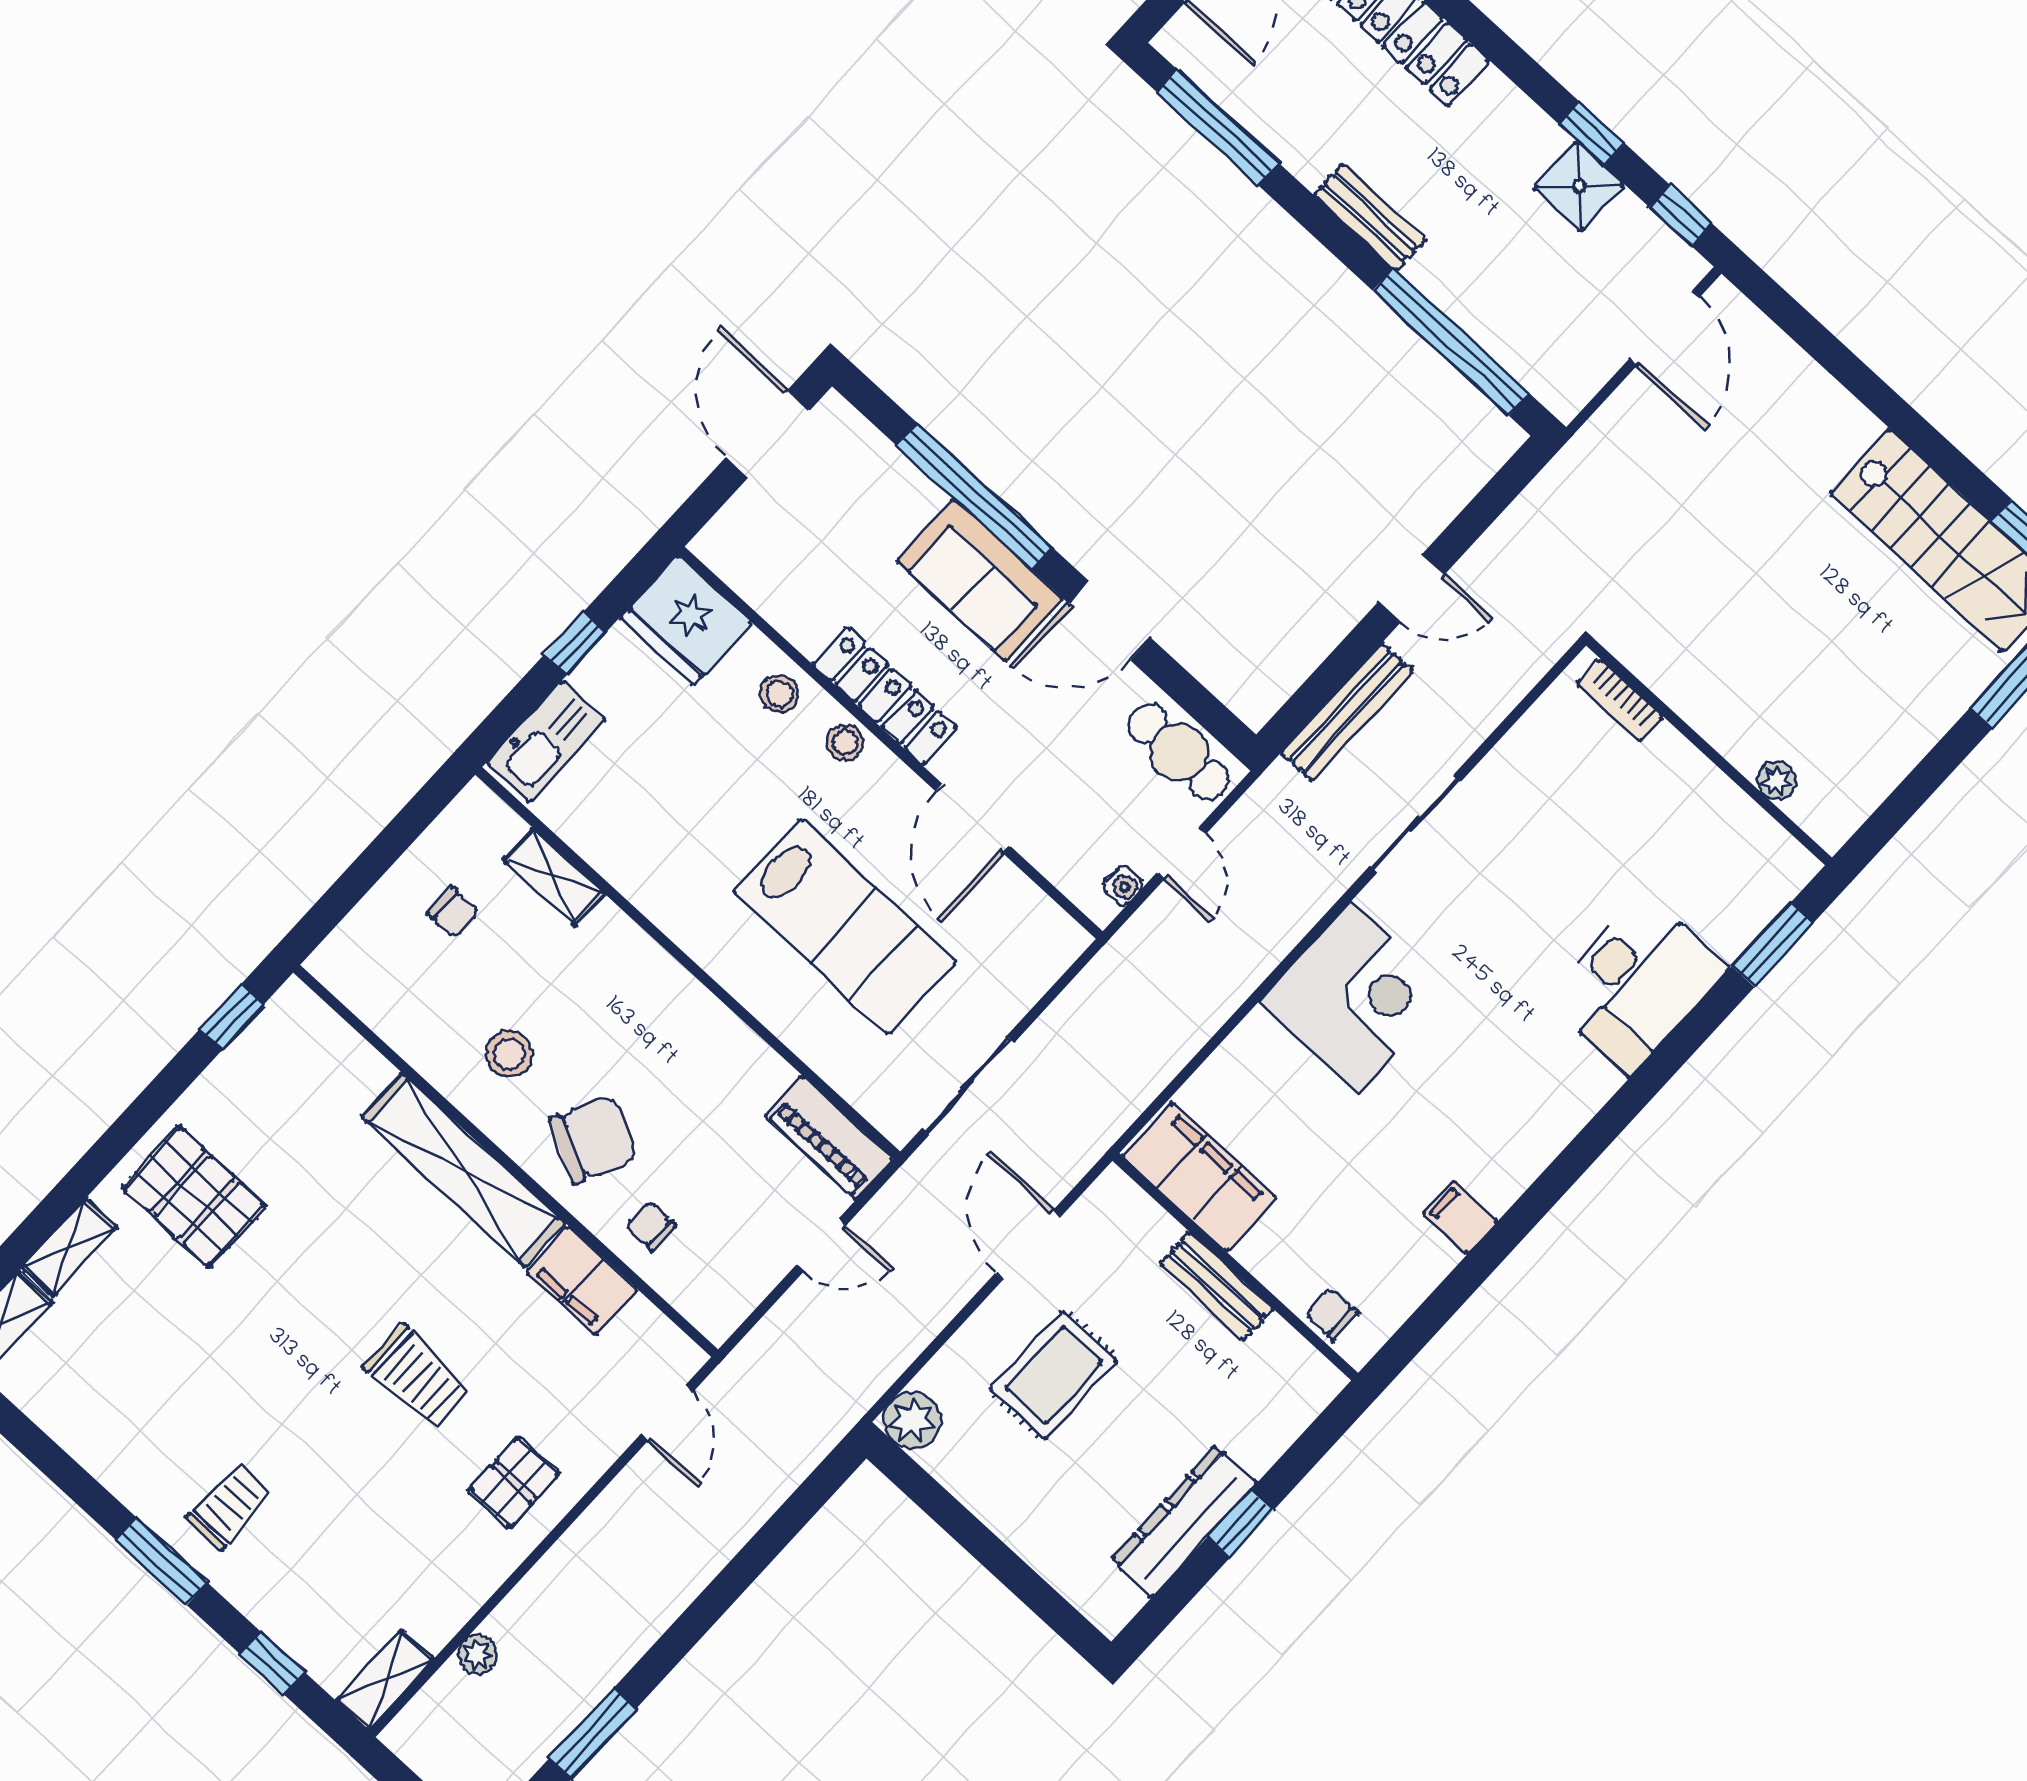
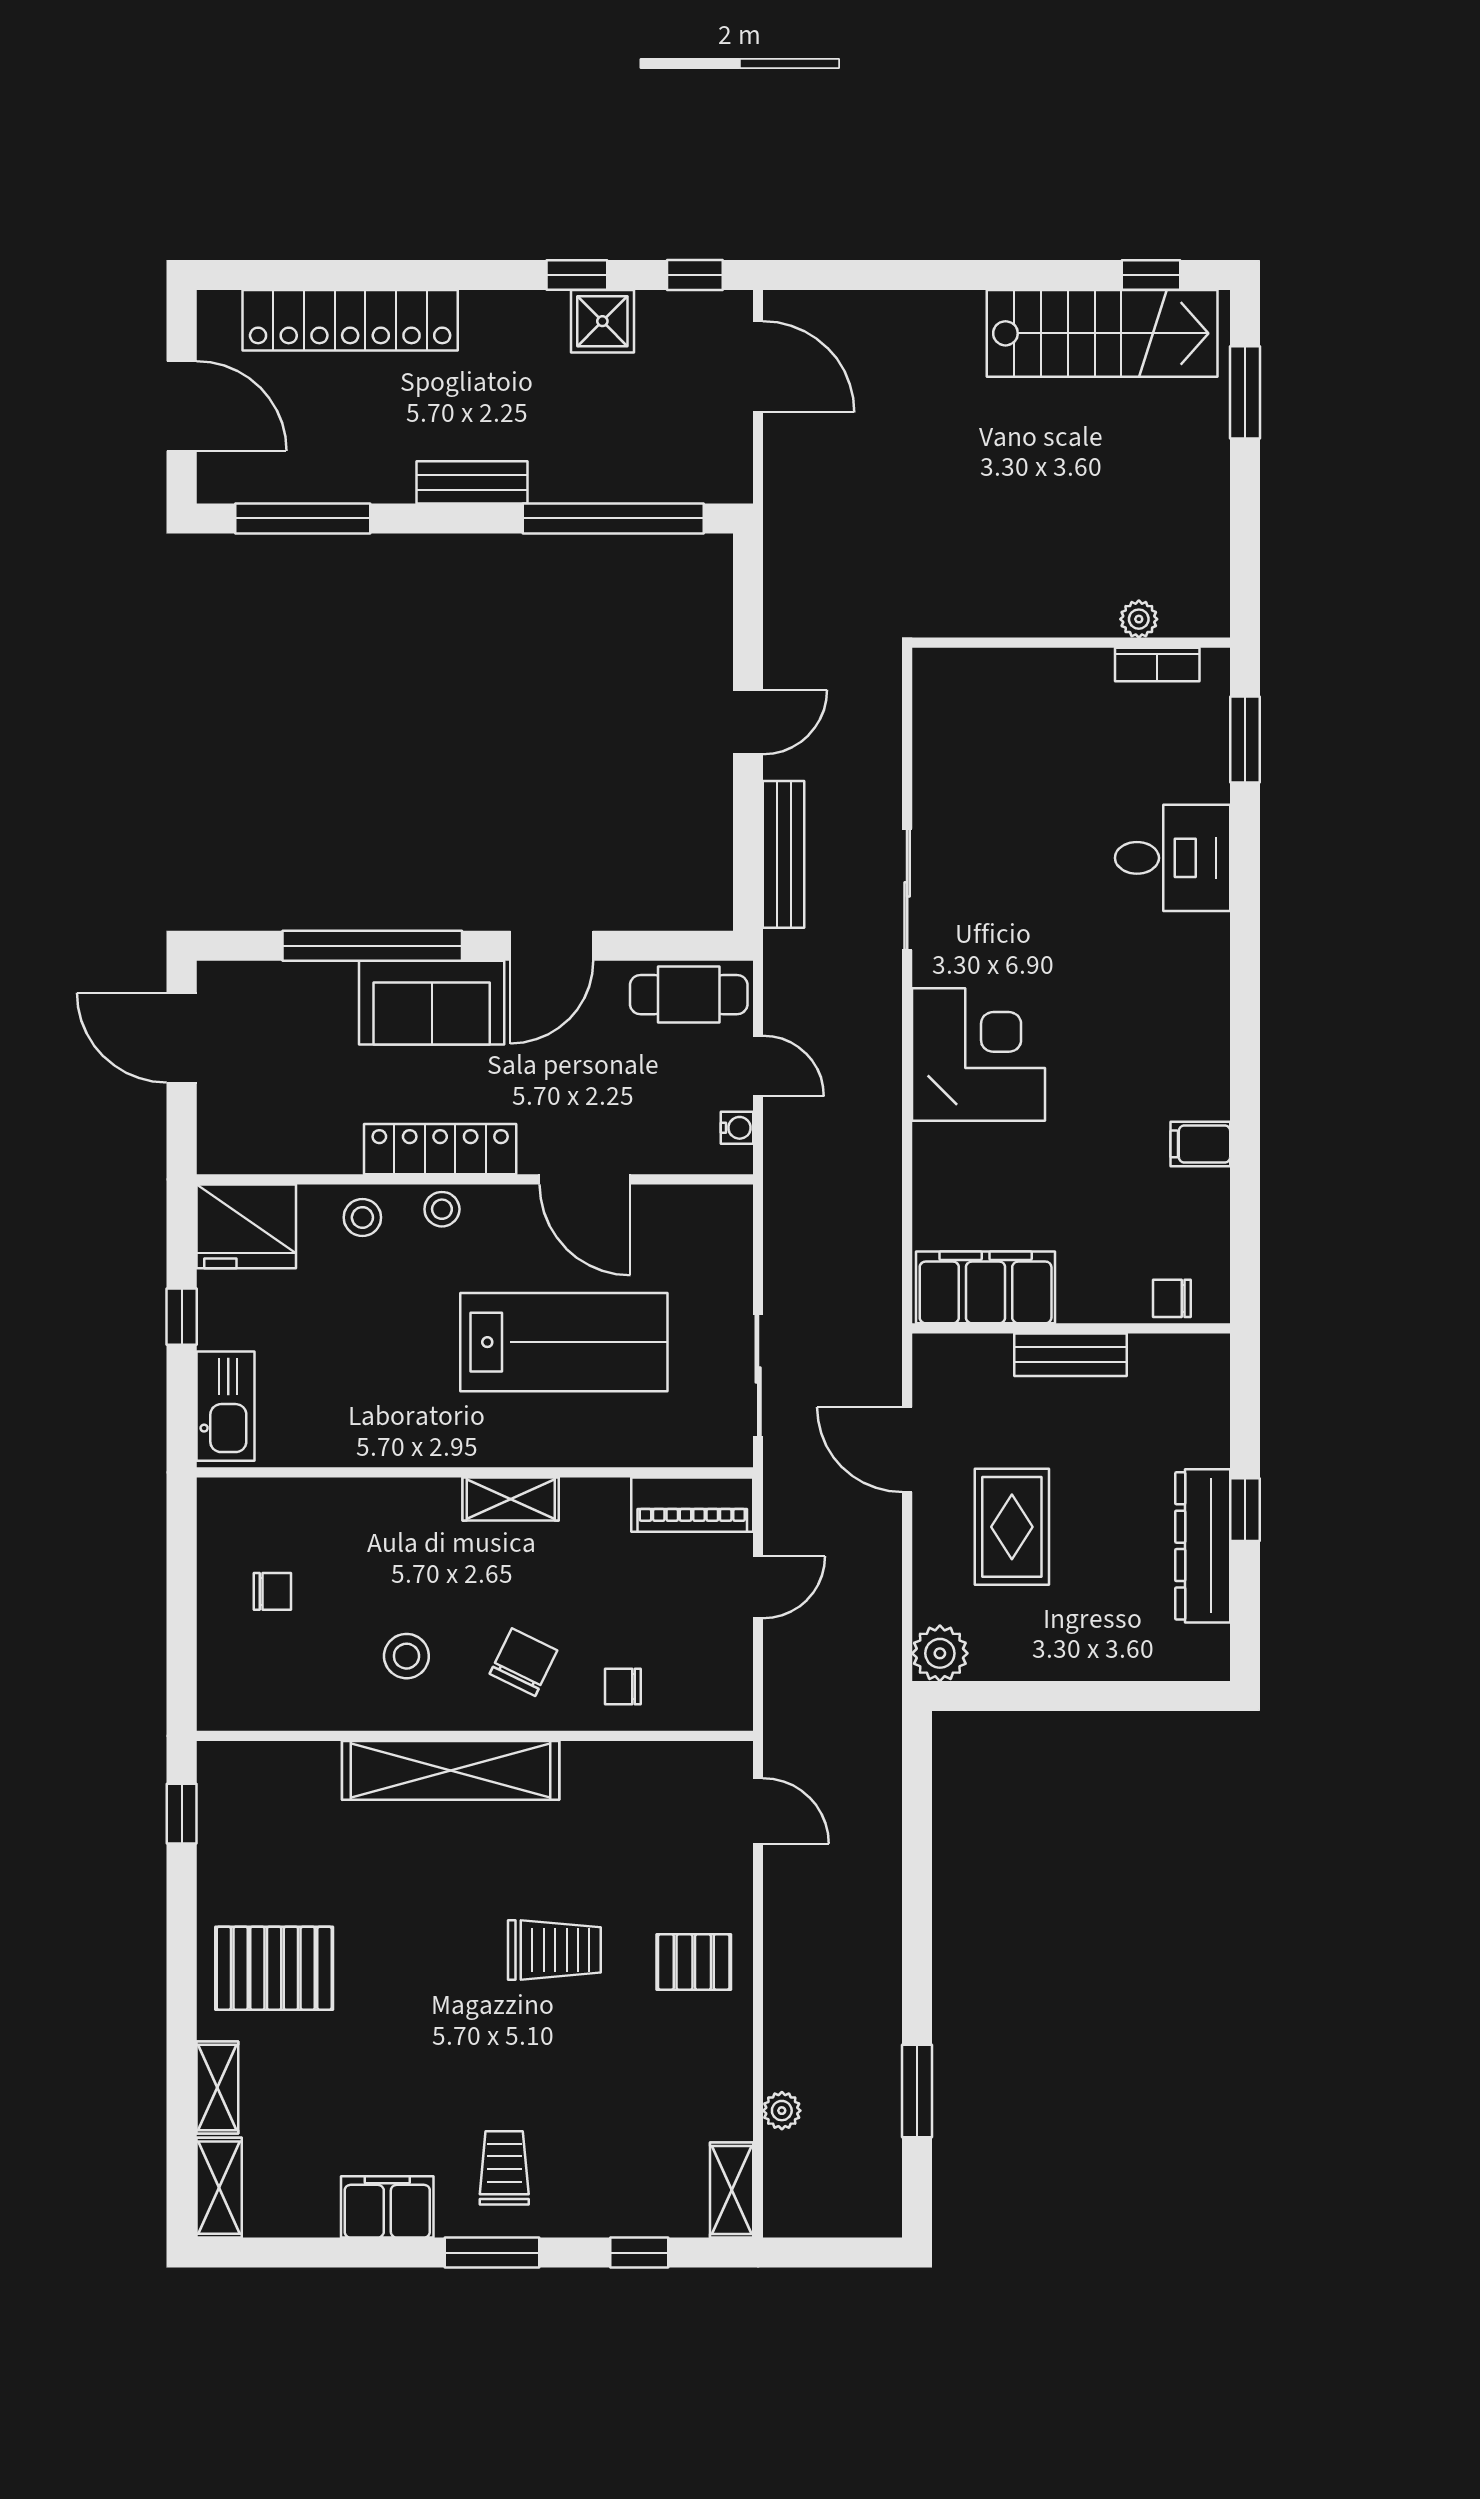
bookcase: (1620, 700) -> (1157, 664), moved
shelving: (554, 877) -> (511, 1499), moved
desk: (1637, 983) -> (1173, 858), width x0.73
chair: (593, 1139) -> (523, 1662), width x0.73, depth x0.73
filing cabinet: (582, 1281) -> (387, 2207), moved, turned 180
pallet: (514, 1482) -> (694, 1962), turned 90

